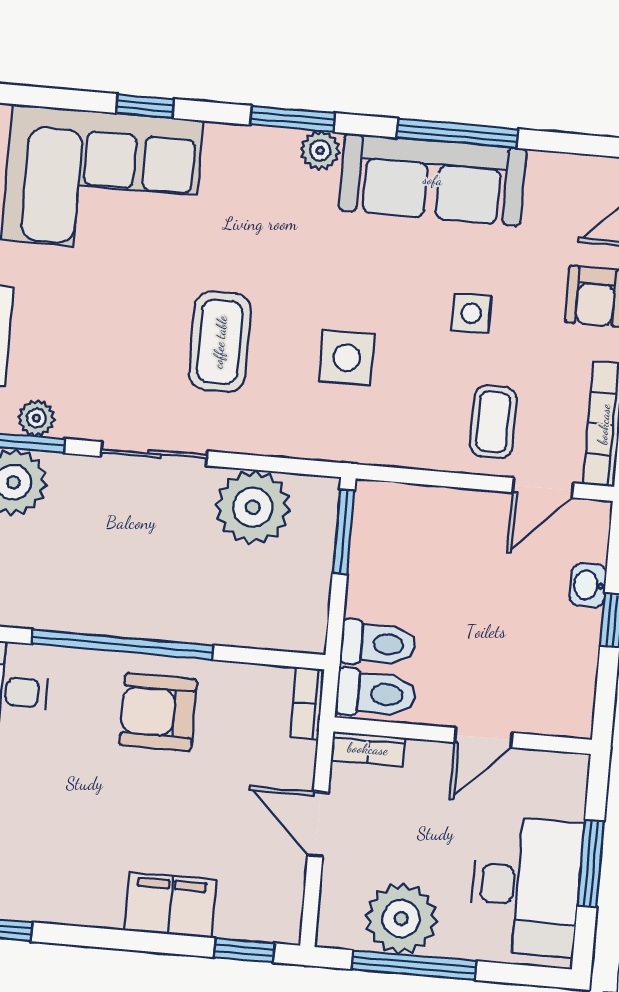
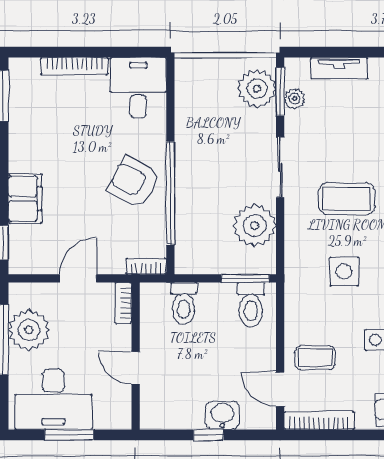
washbasin: (588, 585) -> (222, 415), width x1.38, depth x1.45
window: (123, 645) -> (170, 193), moved
toilet: (376, 694) -> (251, 305), moved
armchair: (158, 712) -> (134, 182), turned -63

